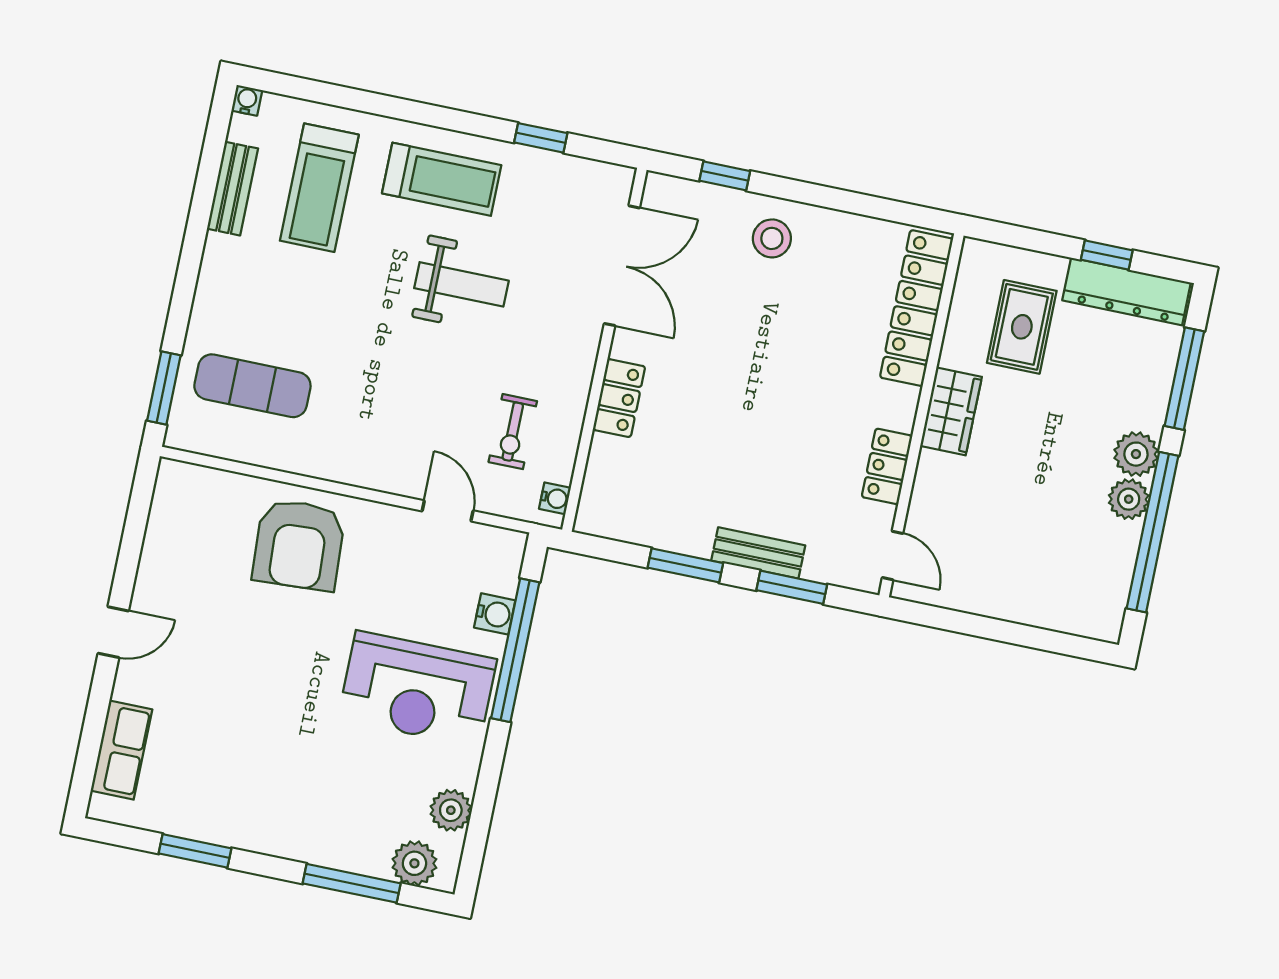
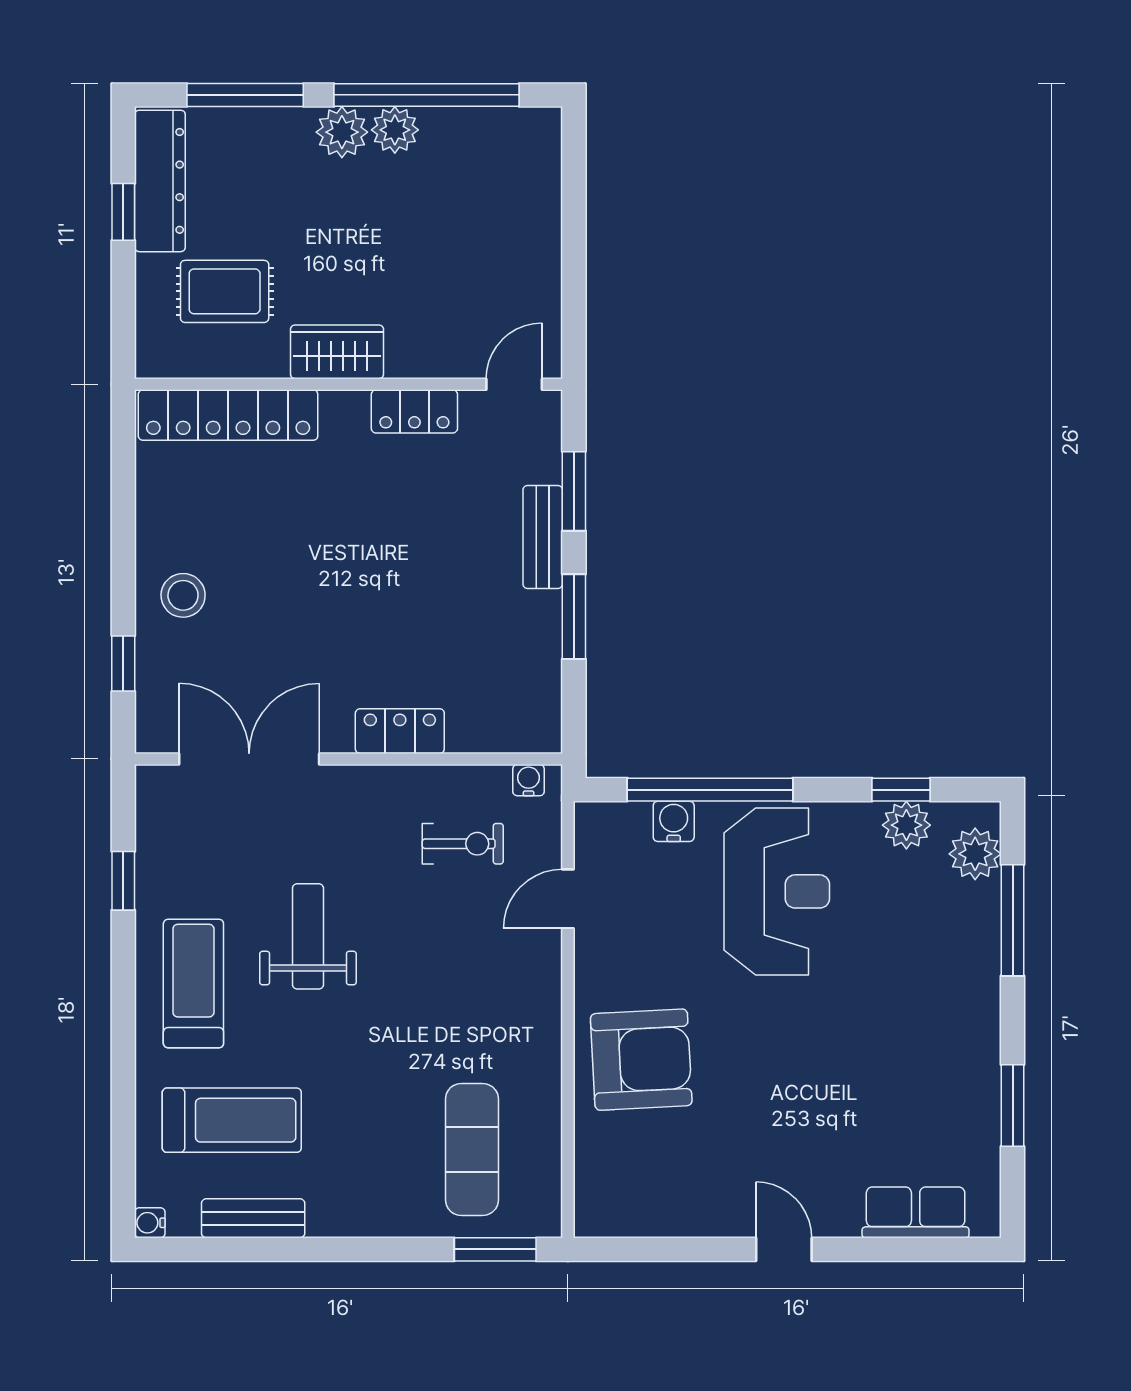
window: (482, 812) -> (901, 790), added

